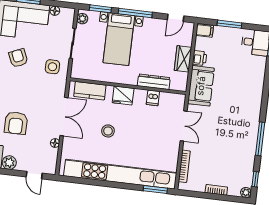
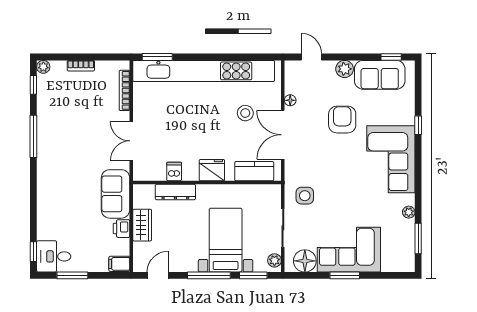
floor lamp: (55, 11) -> (305, 261), width x1.89, depth x1.89
window: (229, 24) -> (72, 275), moved
armchair: (18, 58) -> (349, 201), removed
stool: (108, 131) -> (245, 113), moved

